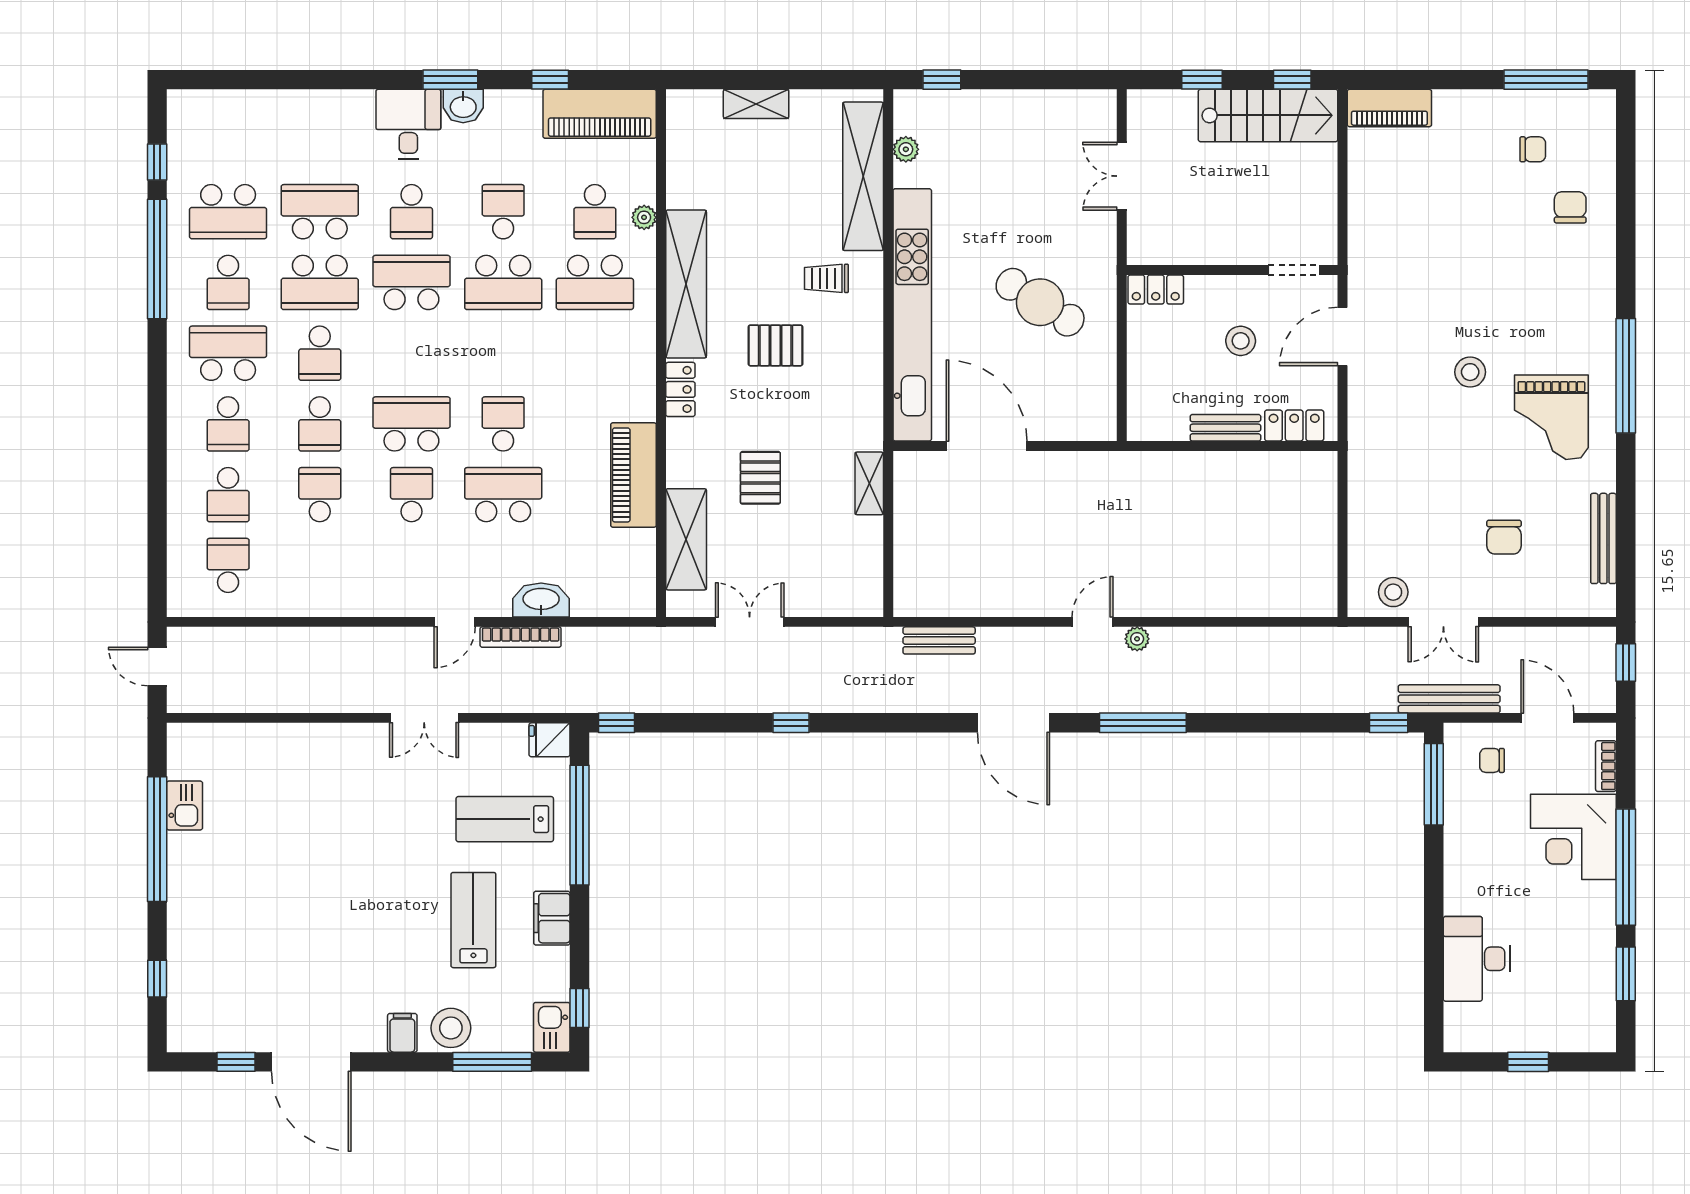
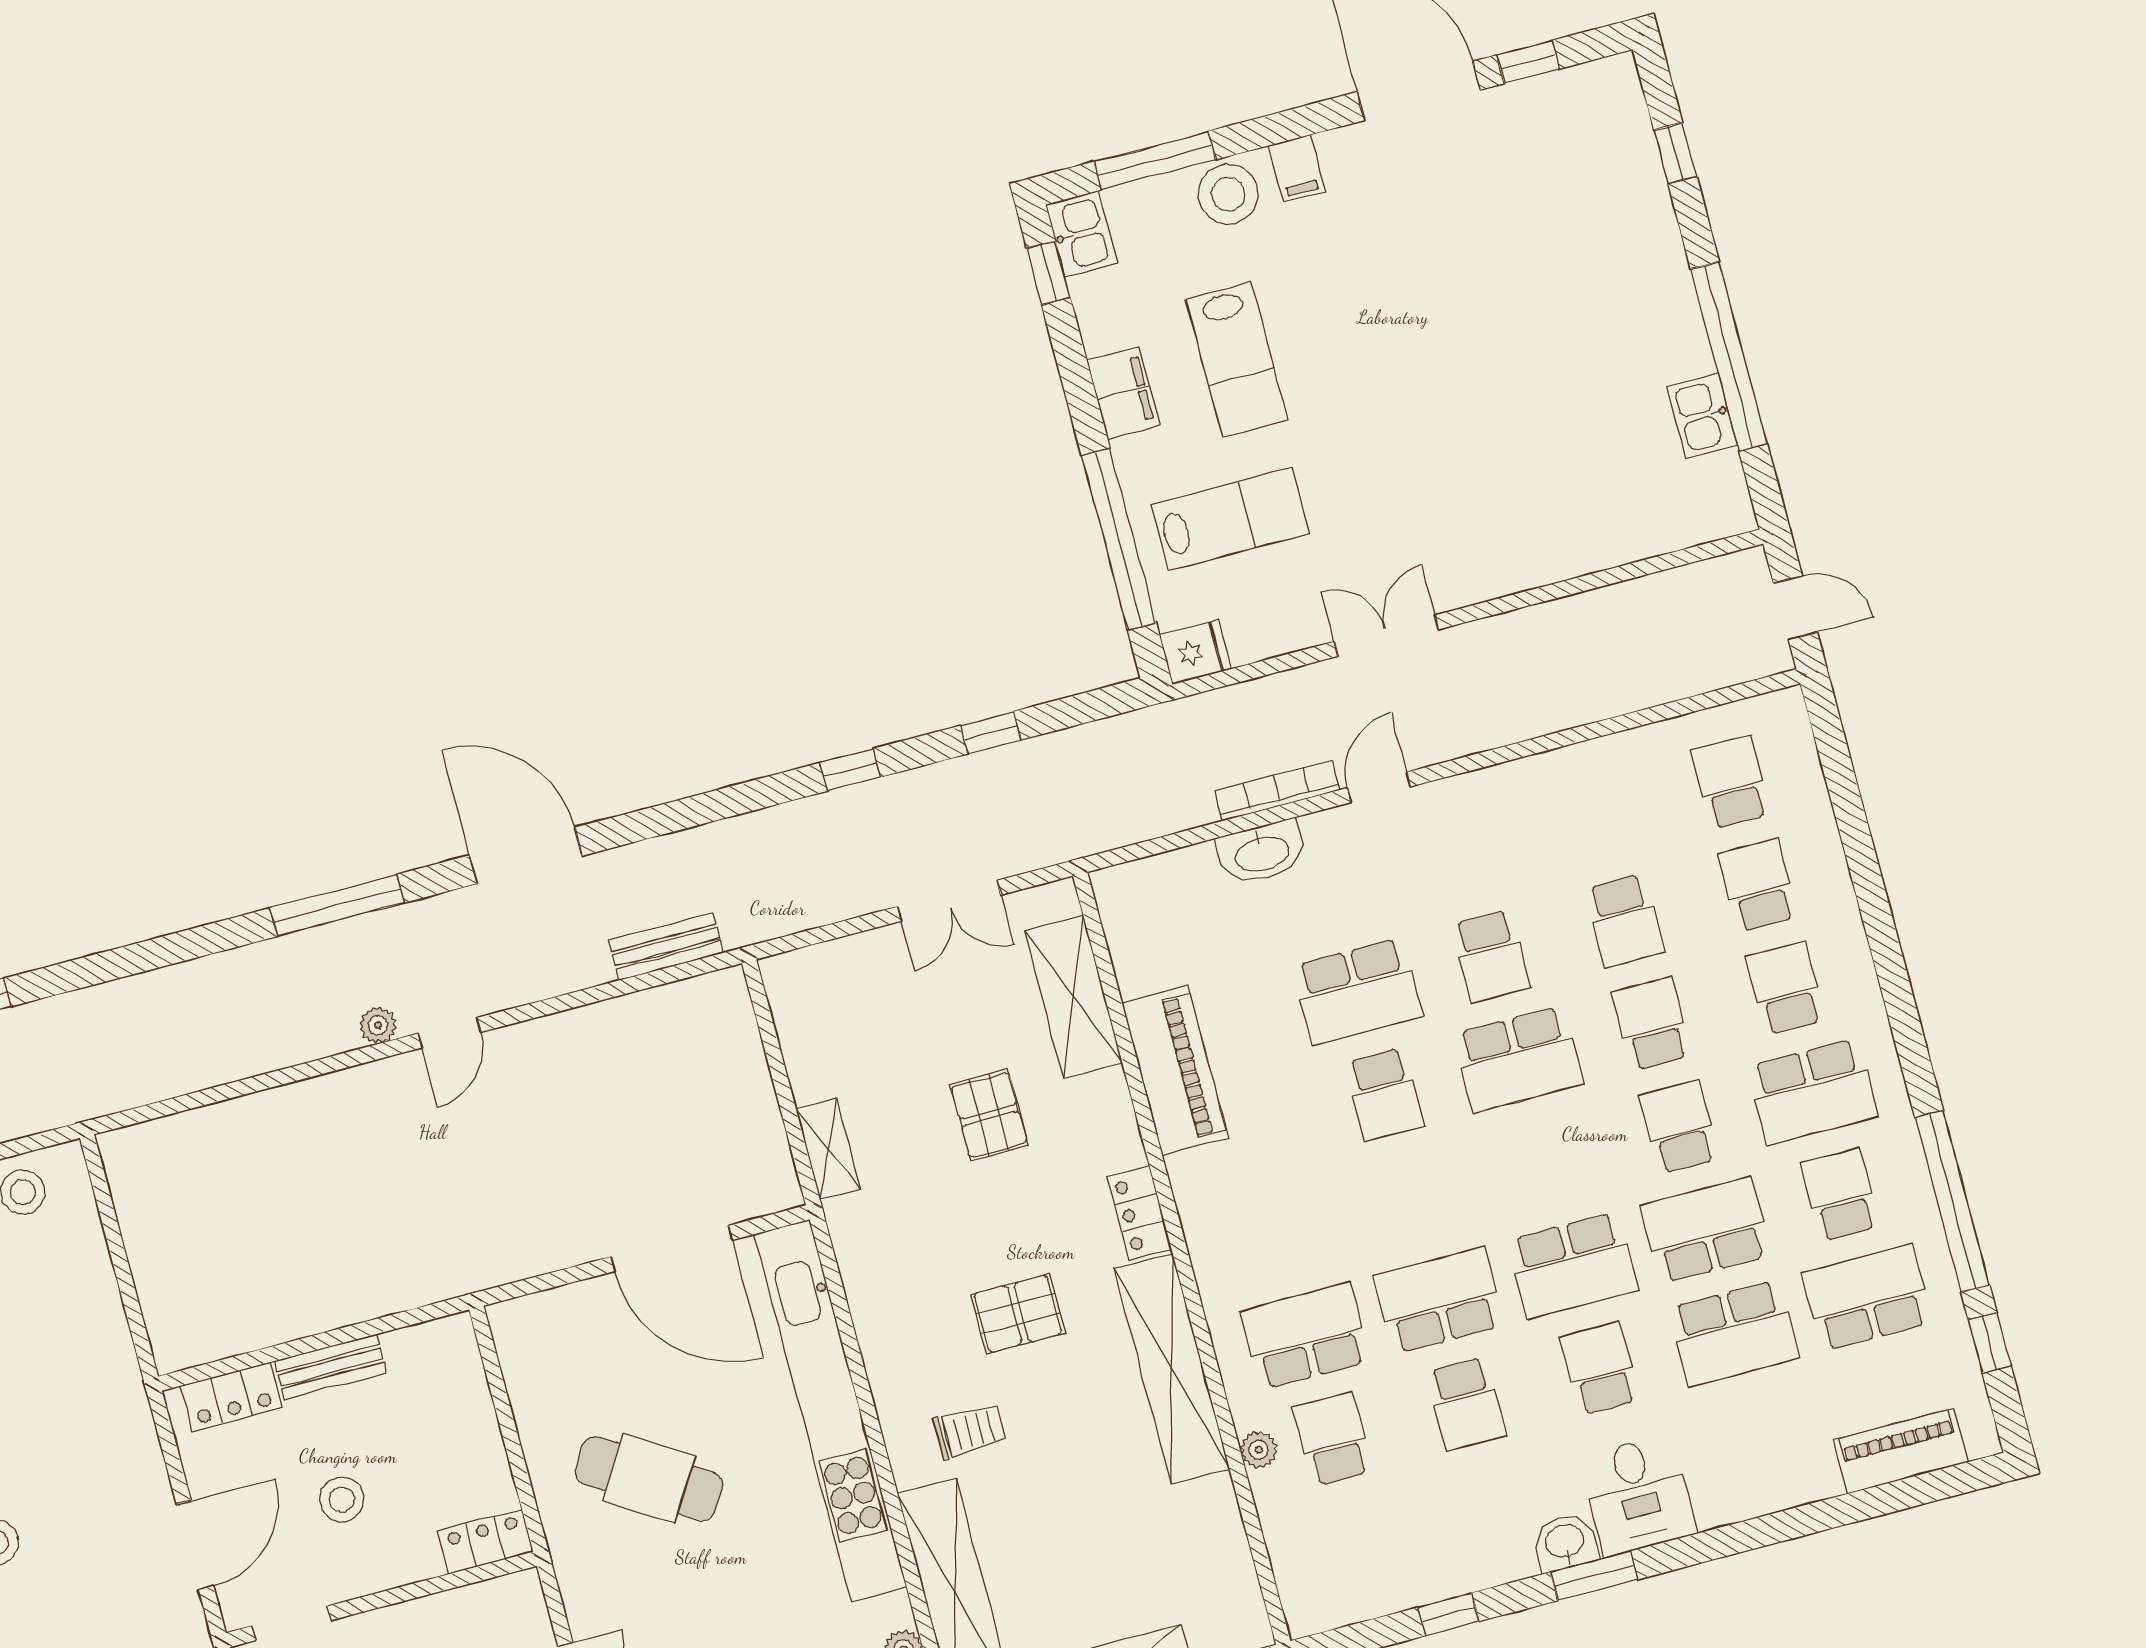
piano: (600, 114) -> (1901, 1451), moved, width x0.73, depth x0.75
school desk: (228, 565) -> (1731, 782), turned 180
window: (617, 723) -> (991, 733), moved

